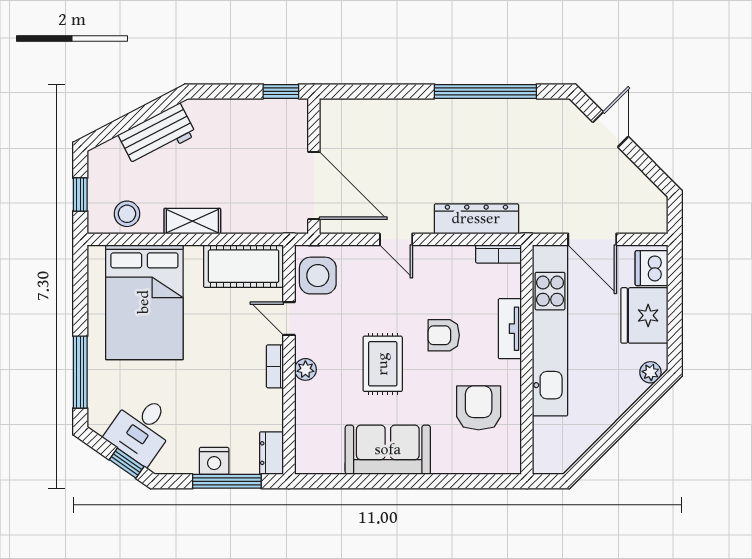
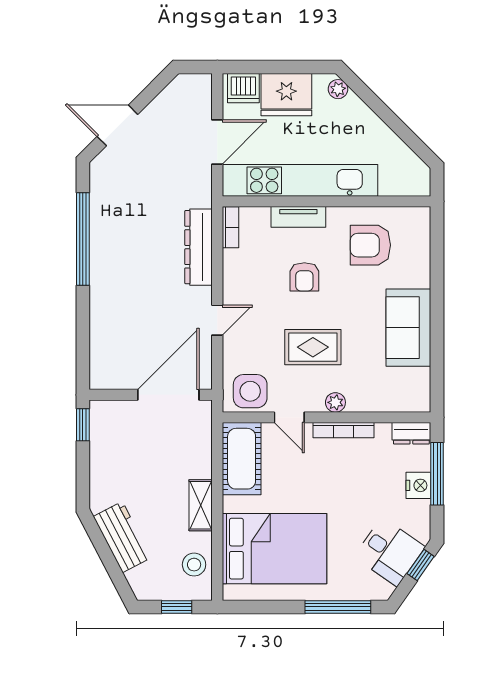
door: (610, 129) -> (117, 125), width x1.38
door: (289, 319) -> (289, 417), hinge flipped
rug: (383, 364) -> (313, 347), moved
bookcase: (275, 366) -> (344, 430), width x1.56

